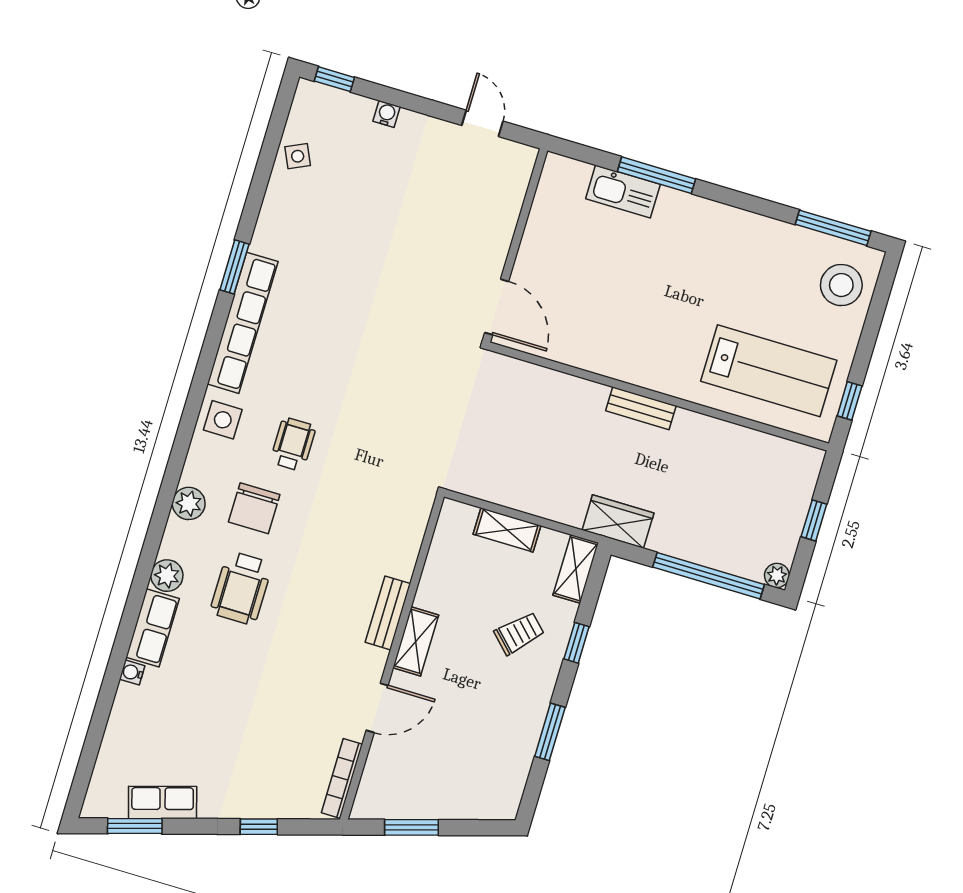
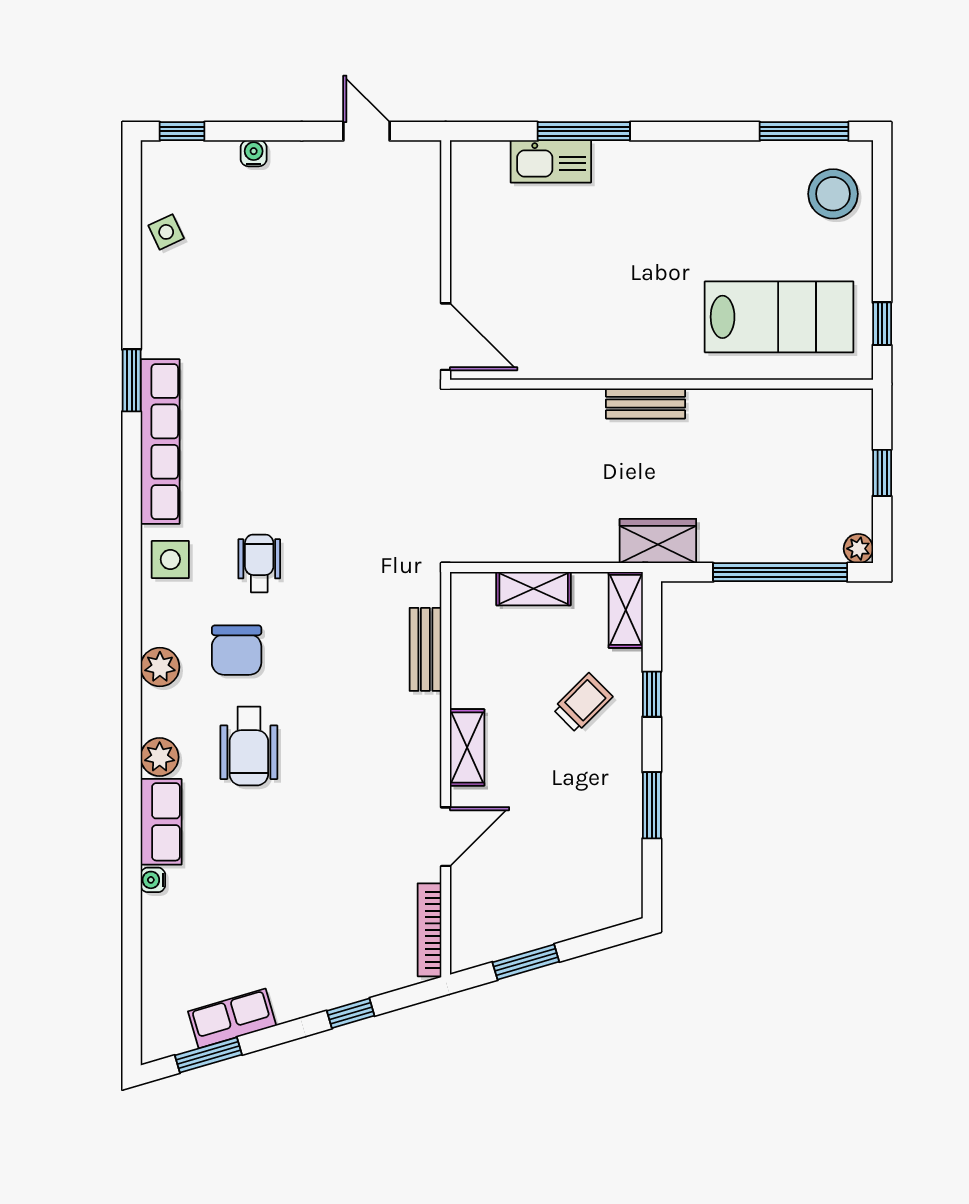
bench: (388, 613) -> (425, 649), moved

